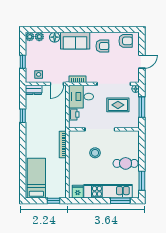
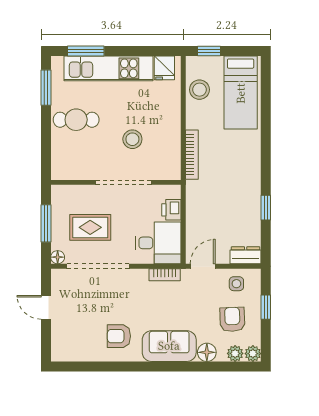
armchair: (126, 41) -> (232, 319), moved, turned 88
door: (142, 62) -> (46, 307), hinge flipped
stool: (59, 180) -> (199, 90), added

